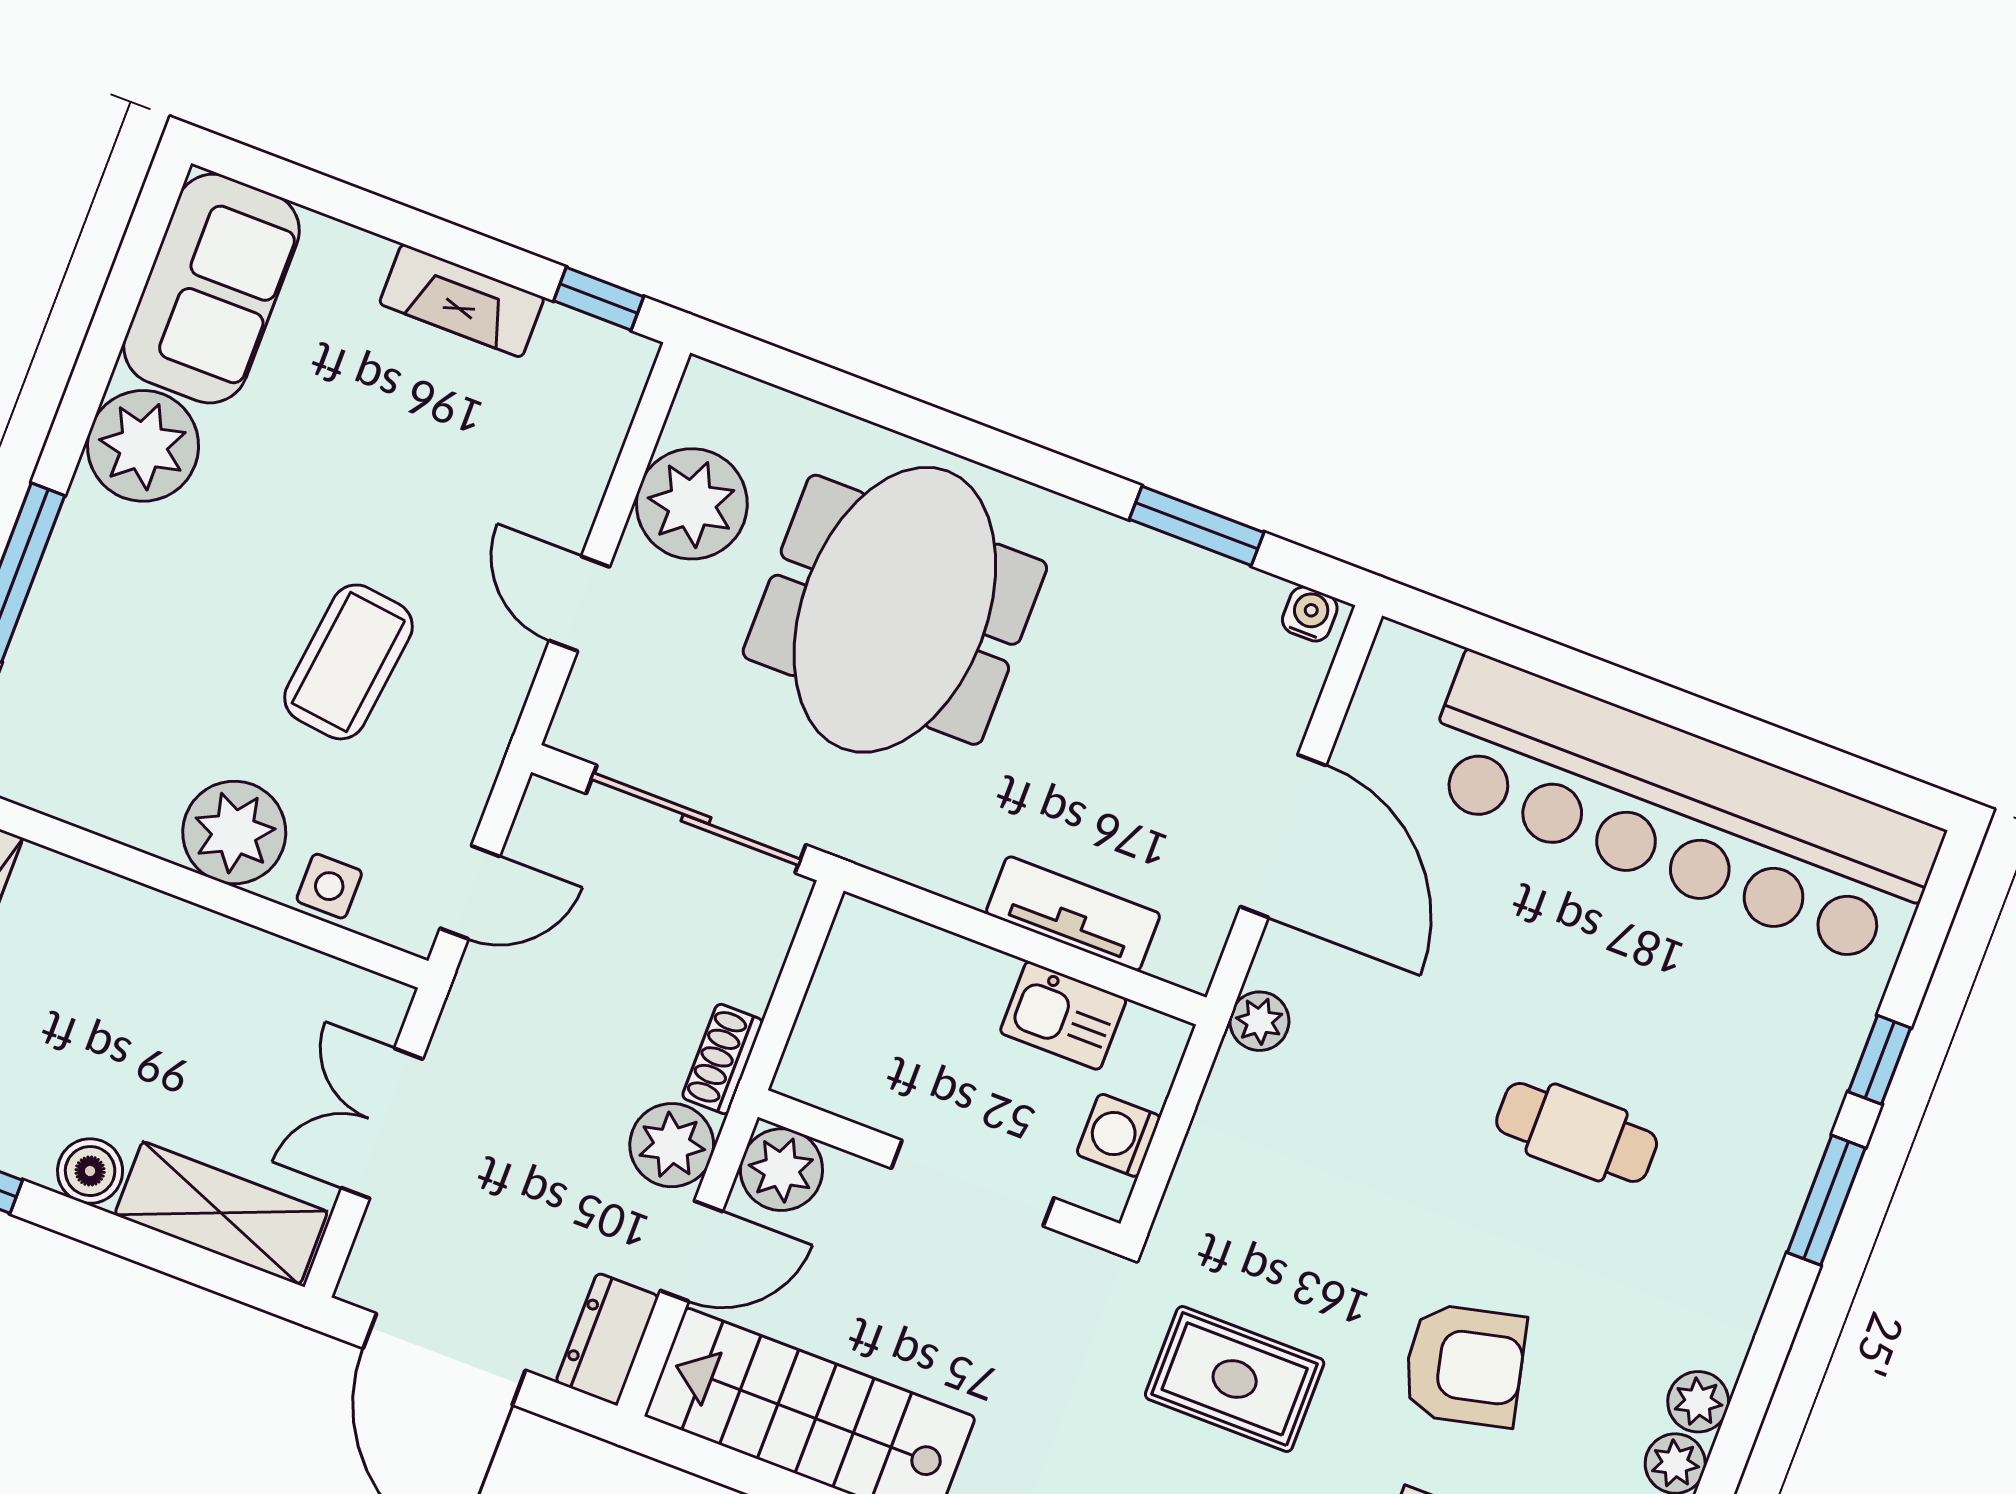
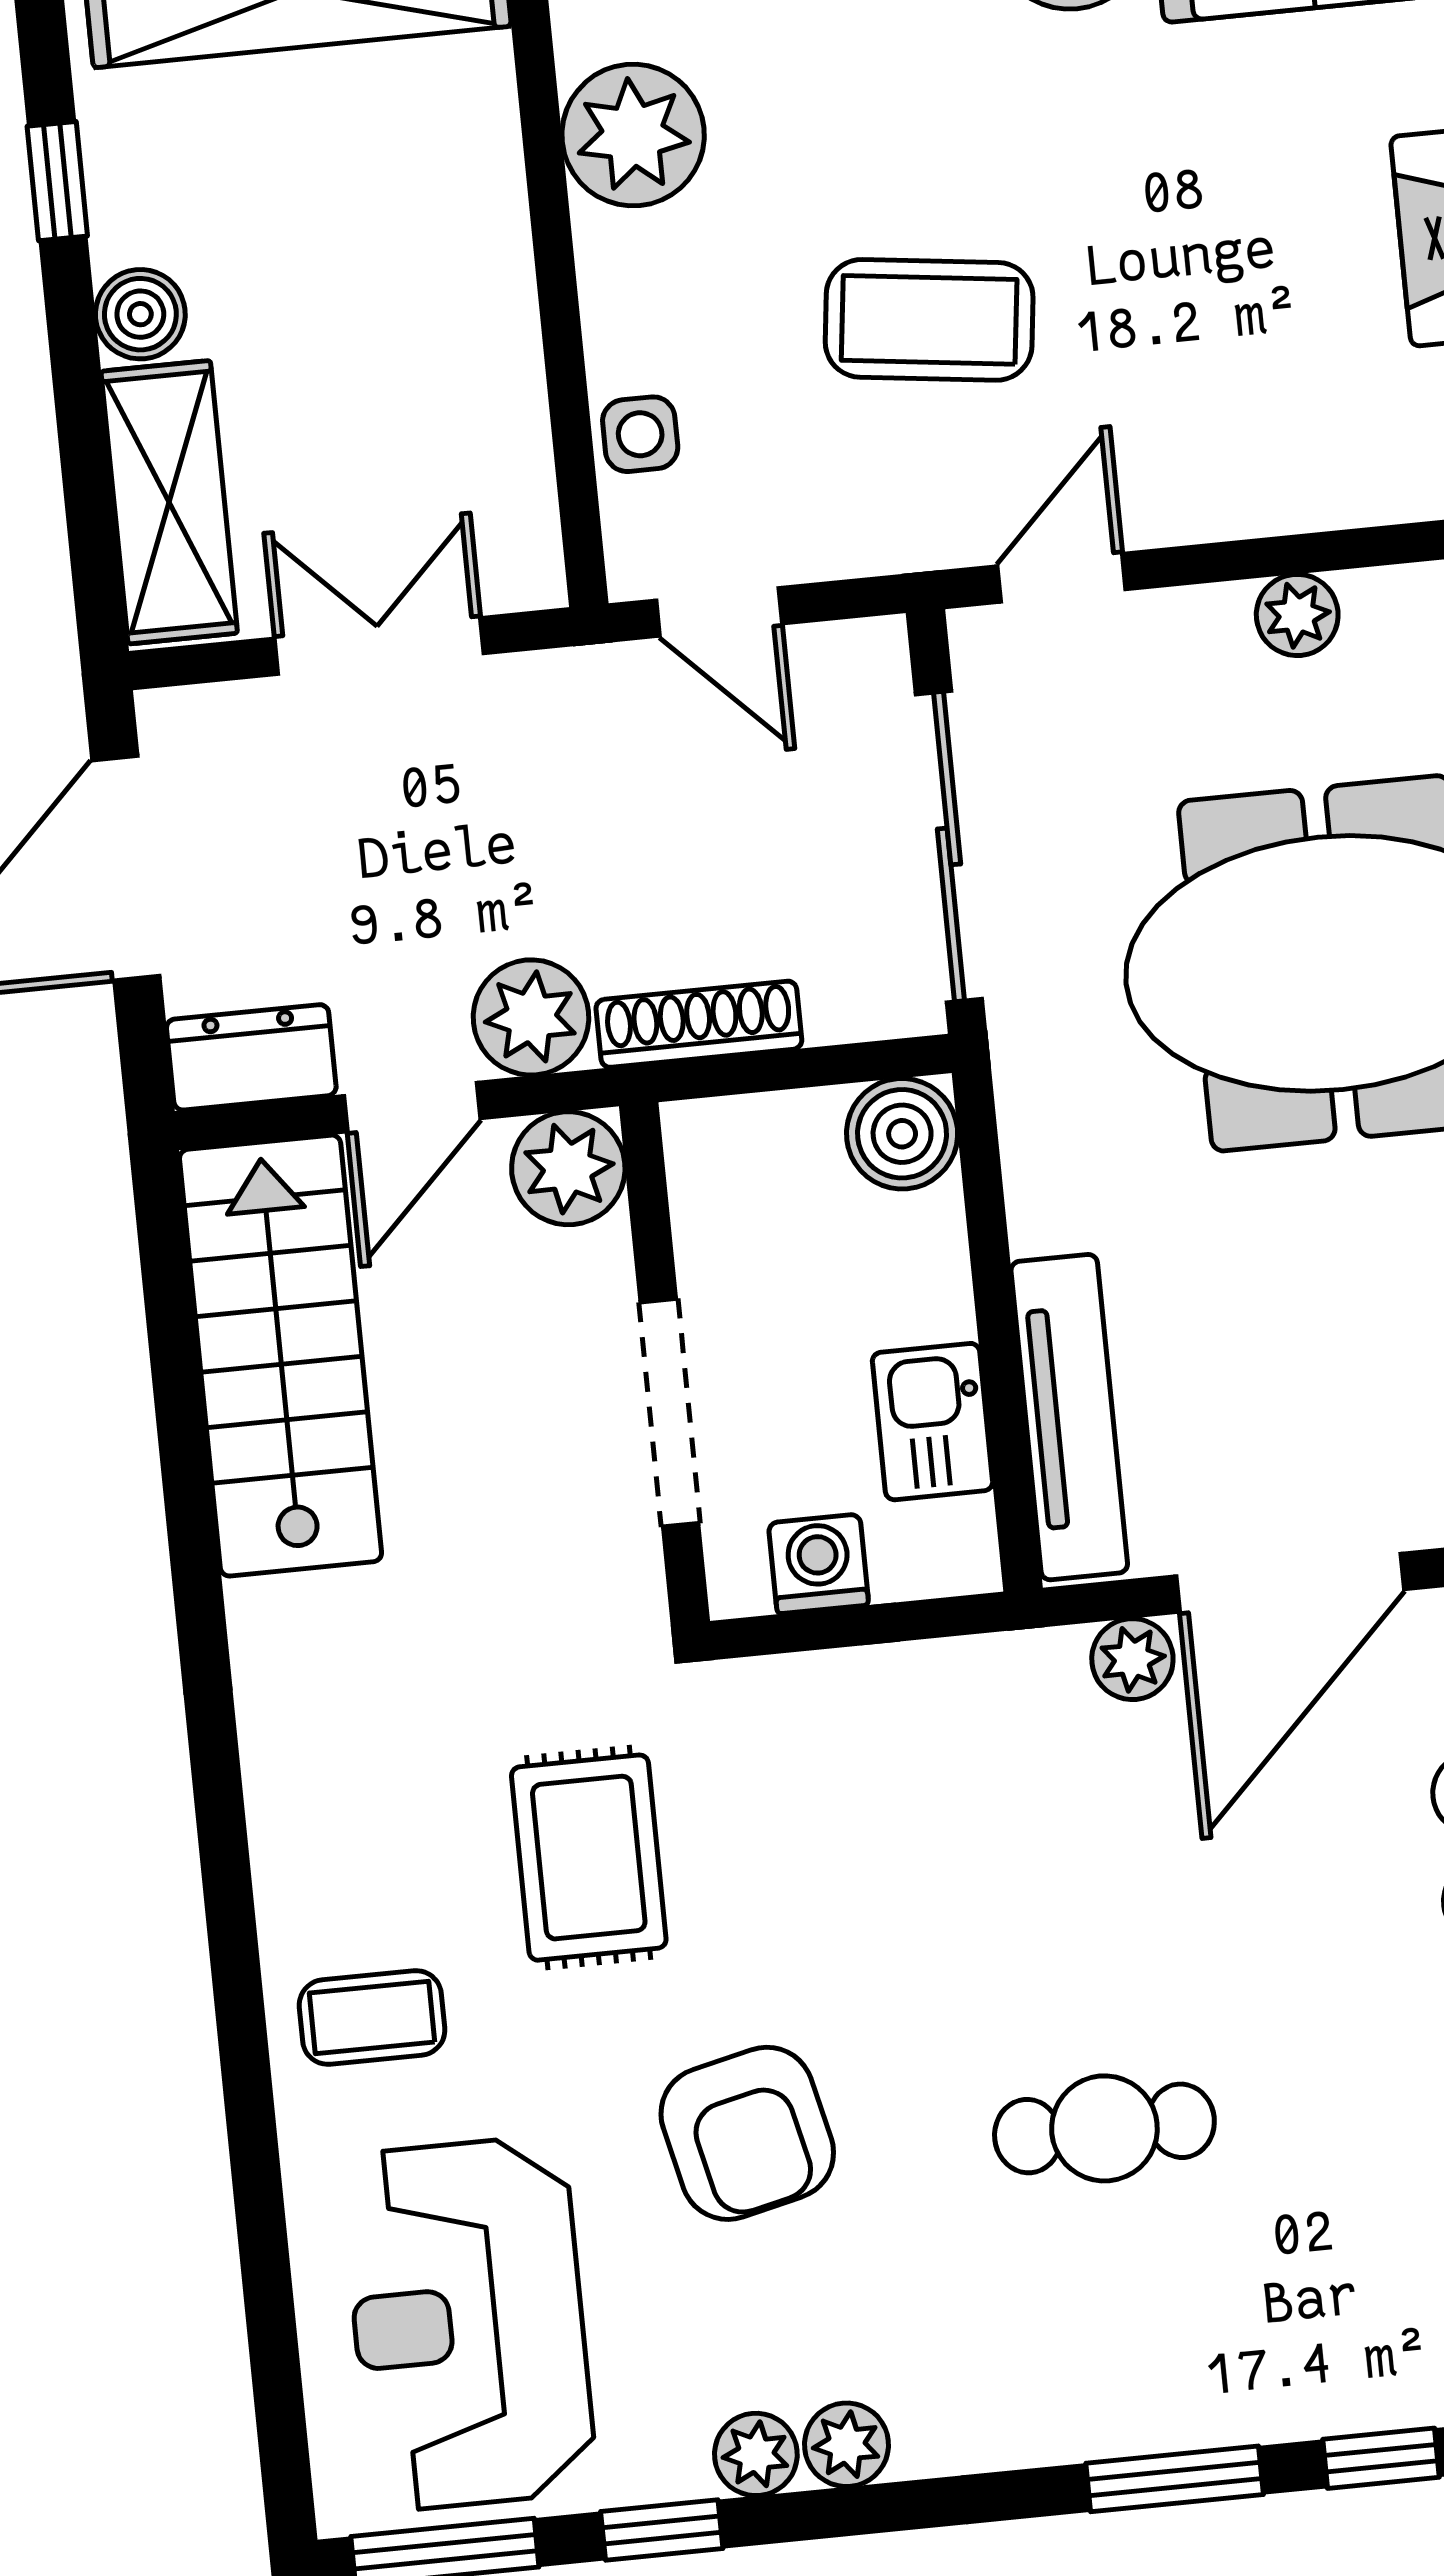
plant: (692, 504) -> (1297, 615), width x0.53, depth x0.53
door: (579, 604) -> (1062, 578), moved
plant: (234, 832) -> (633, 135), moved
tv unit: (1073, 914) -> (1069, 1417), width x1.41
boiler: (867, 942) -> (902, 1134), added
plant: (1259, 1021) -> (1132, 1659), moved
shoe rack: (723, 1059) -> (699, 1024), width x1.43
cafe table: (1577, 1132) -> (1104, 2128), turned 90
door: (691, 1251) -> (412, 1107), hinge flipped

